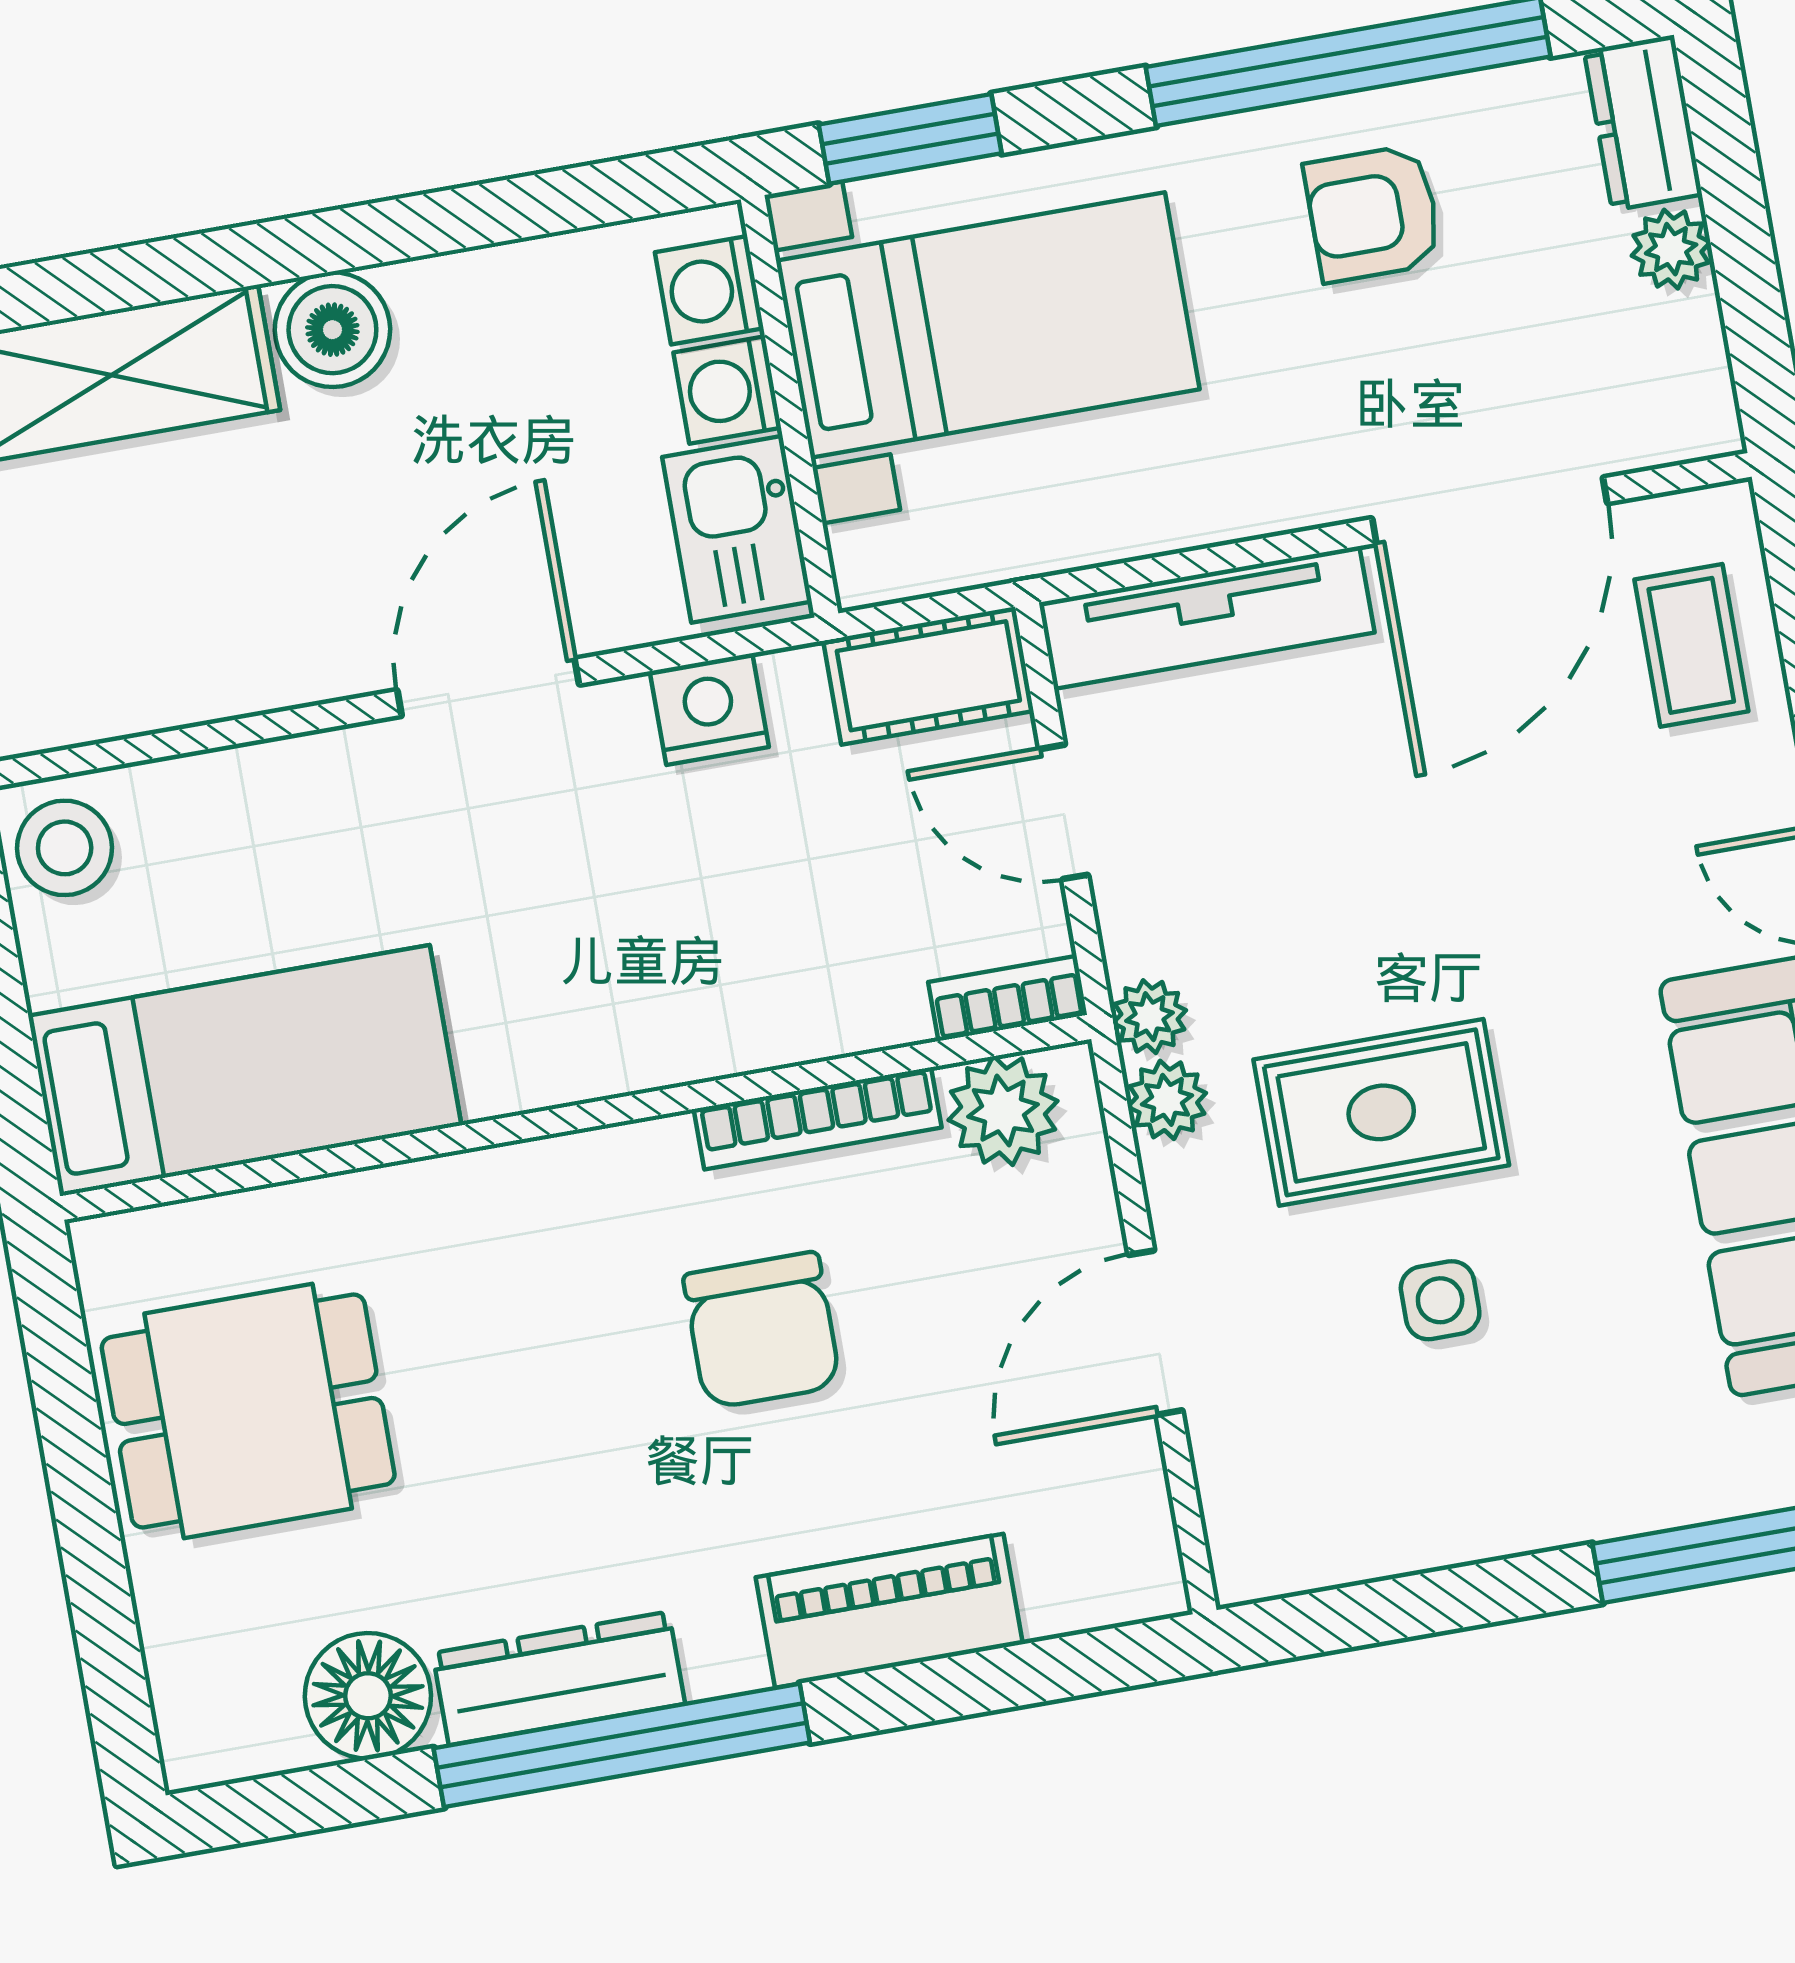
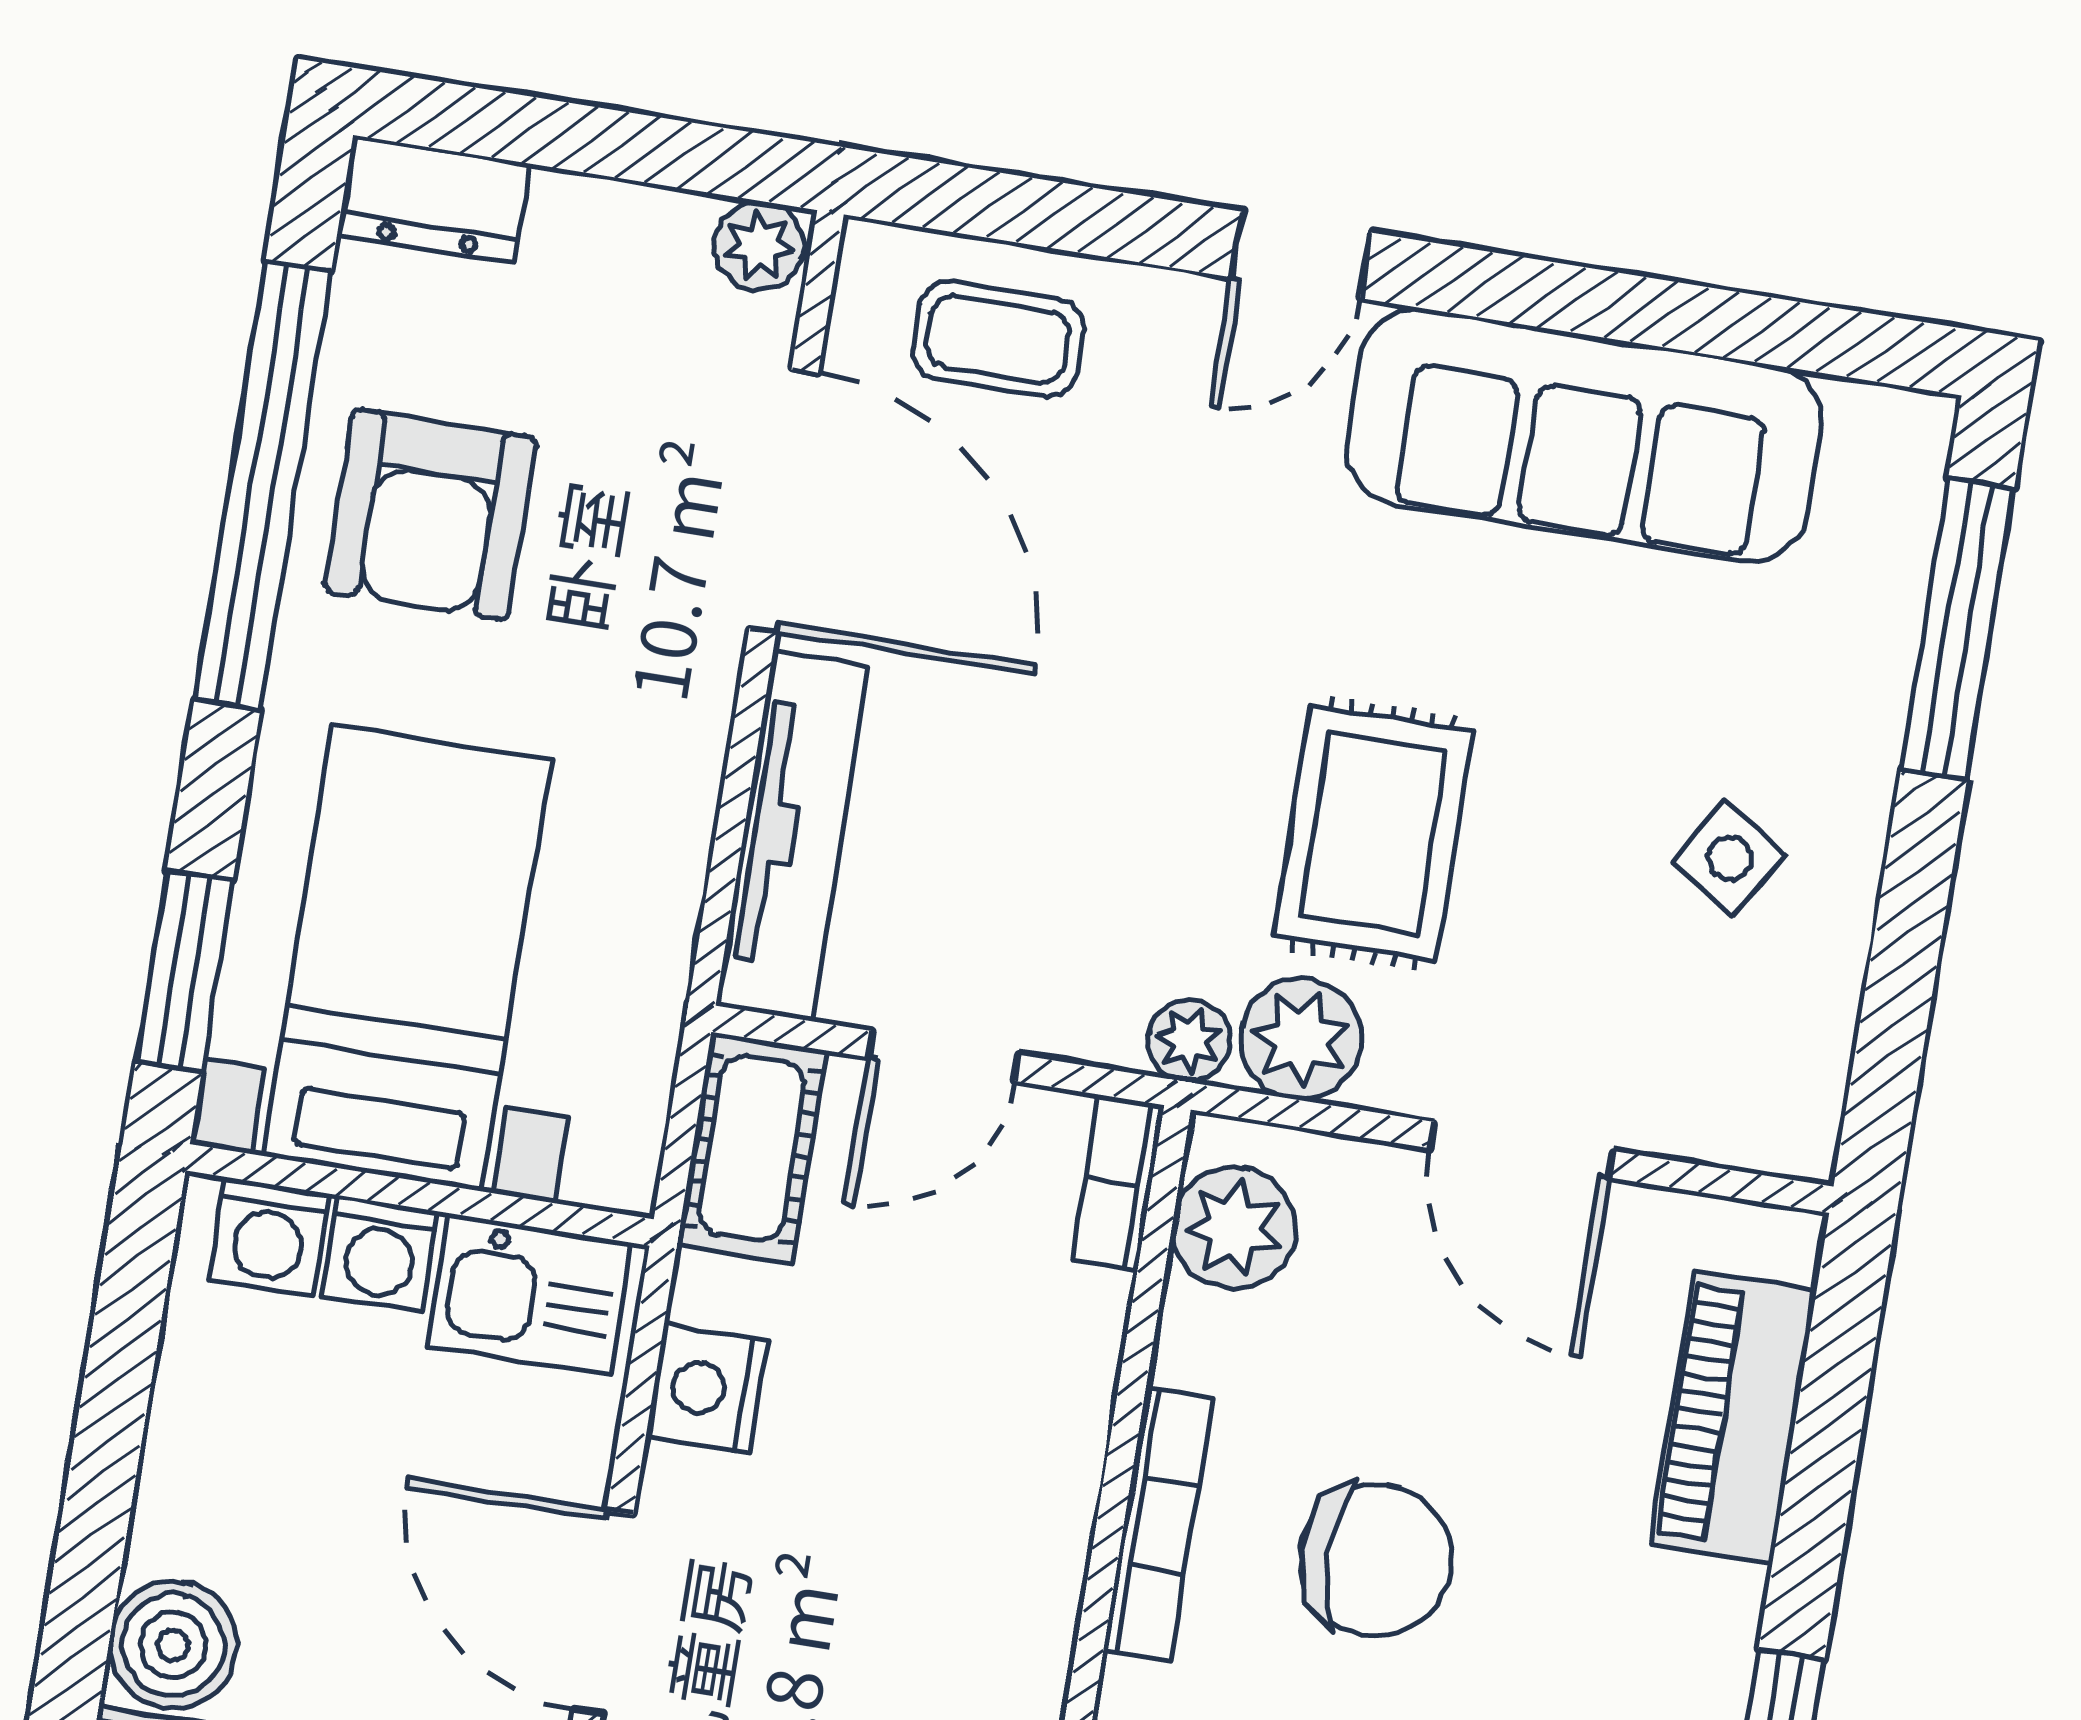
armchair: (1373, 213) -> (430, 515), width x1.38, depth x1.38
plant: (1671, 249) -> (759, 246), moved
plant: (1167, 1100) -> (1301, 1039), width x1.38, depth x1.38
bookcase: (818, 1118) -> (1158, 1524), moved
side table: (1440, 1300) -> (1730, 858), moved, turned 32
piano: (889, 1611) -> (1733, 1417), moved

